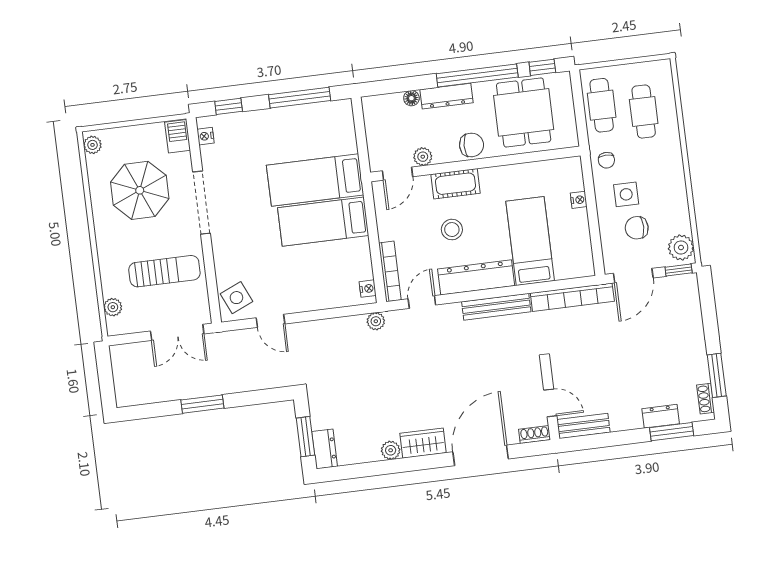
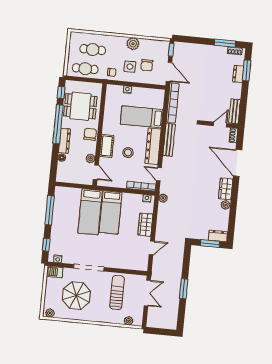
plant: (681, 247) -> (133, 44), moved
wardrobe: (314, 297) -> (145, 225), added
side table: (236, 298) -> (137, 261), removed

